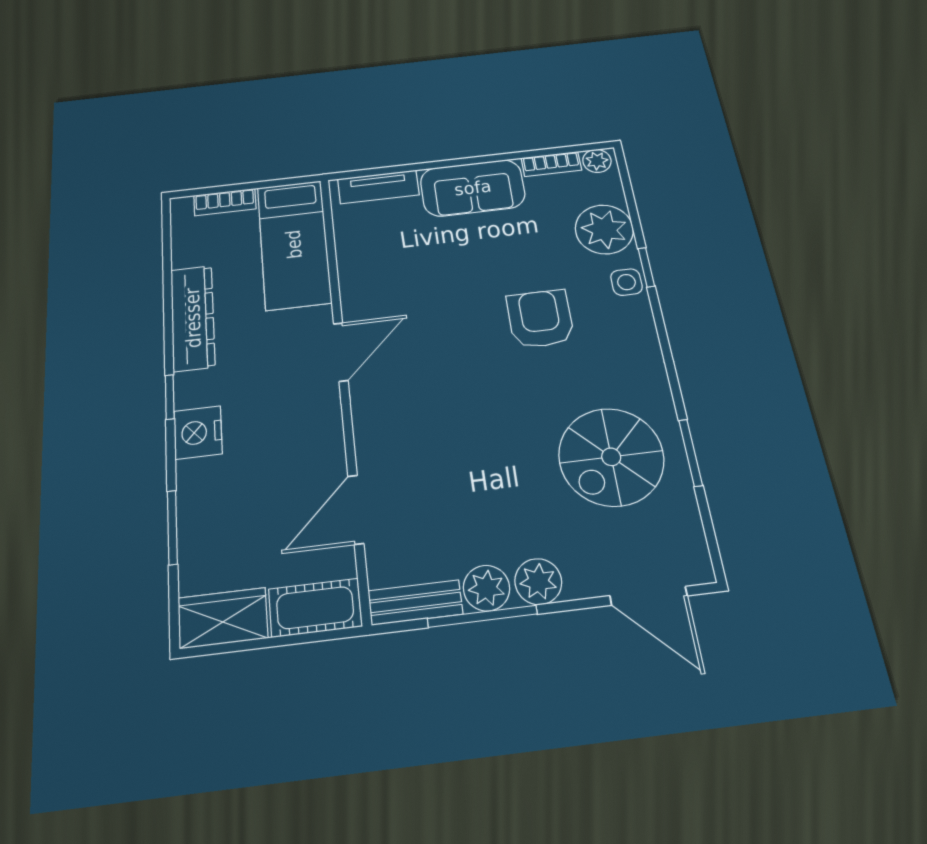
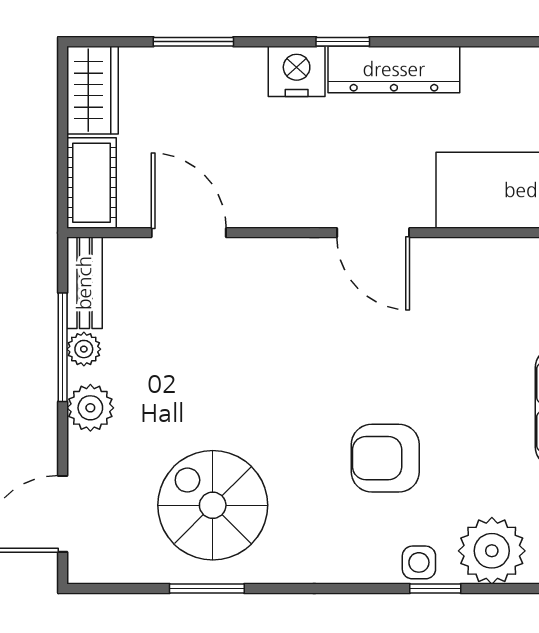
dresser: (193, 318) -> (394, 69), moved
armchair: (540, 319) -> (385, 458), turned 180
plant: (486, 588) -> (84, 349), width x0.73, depth x0.73

